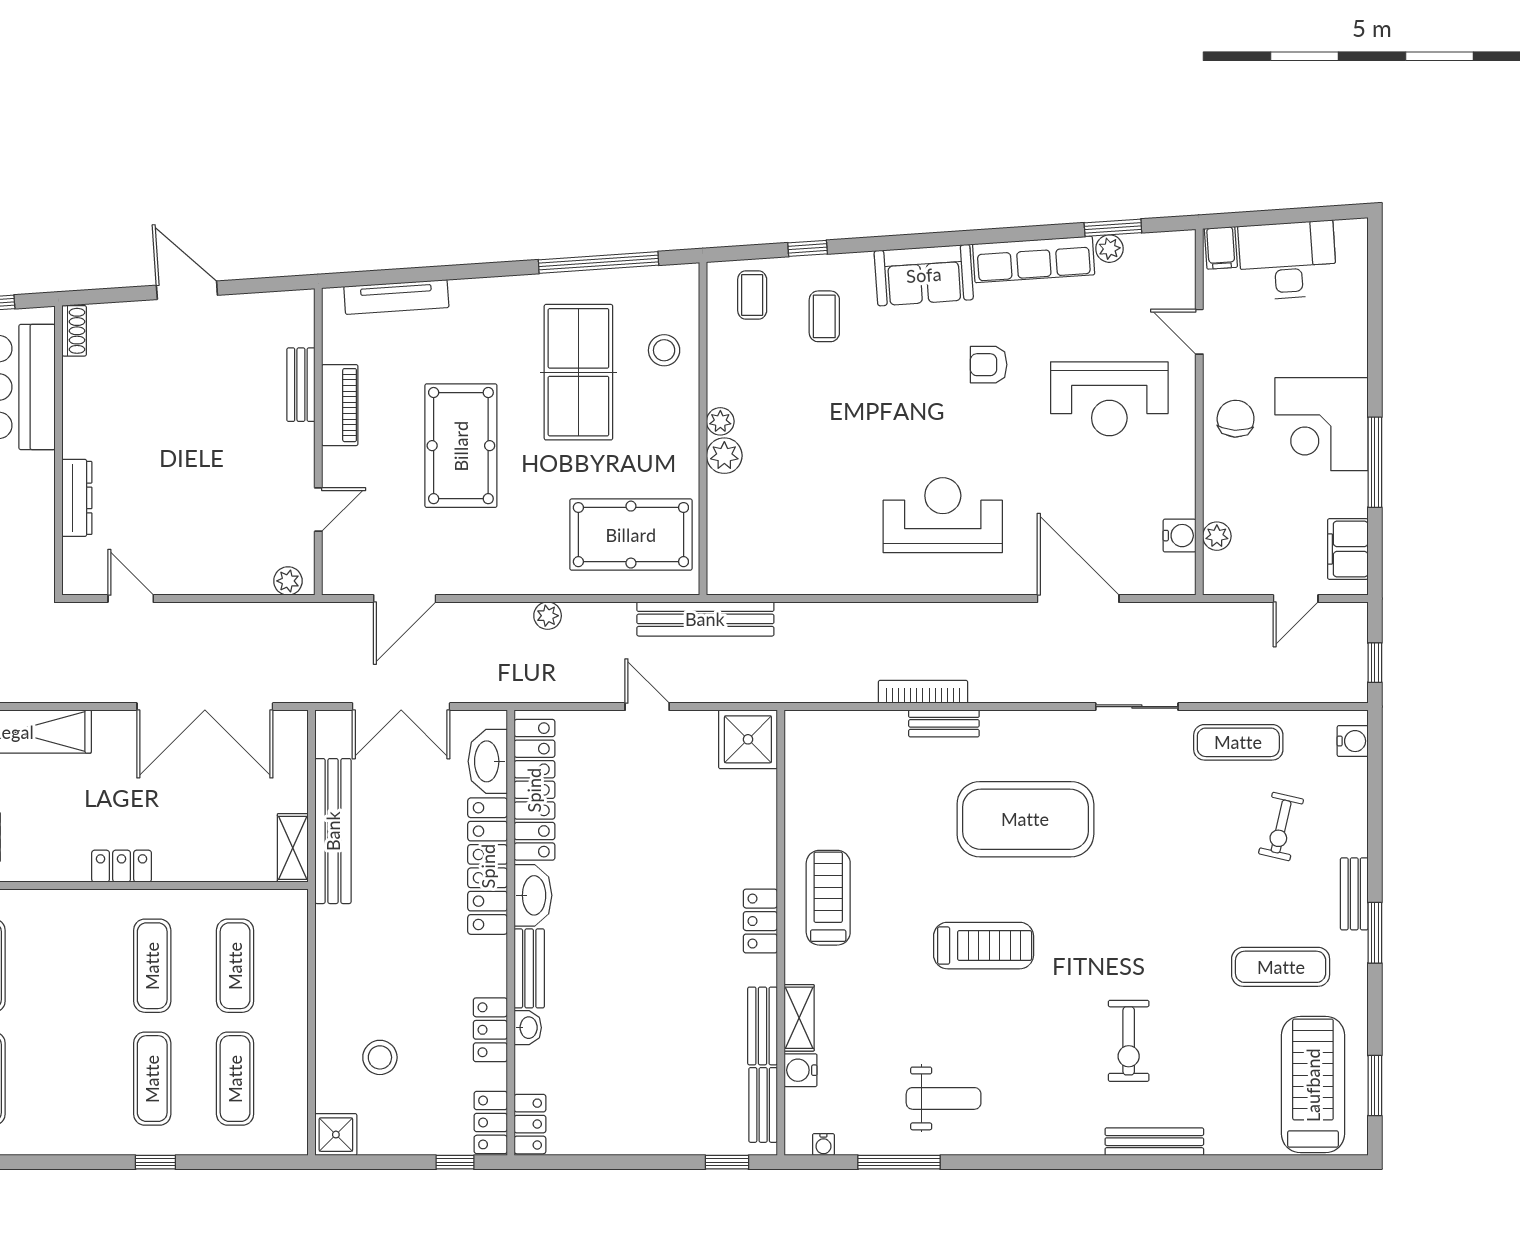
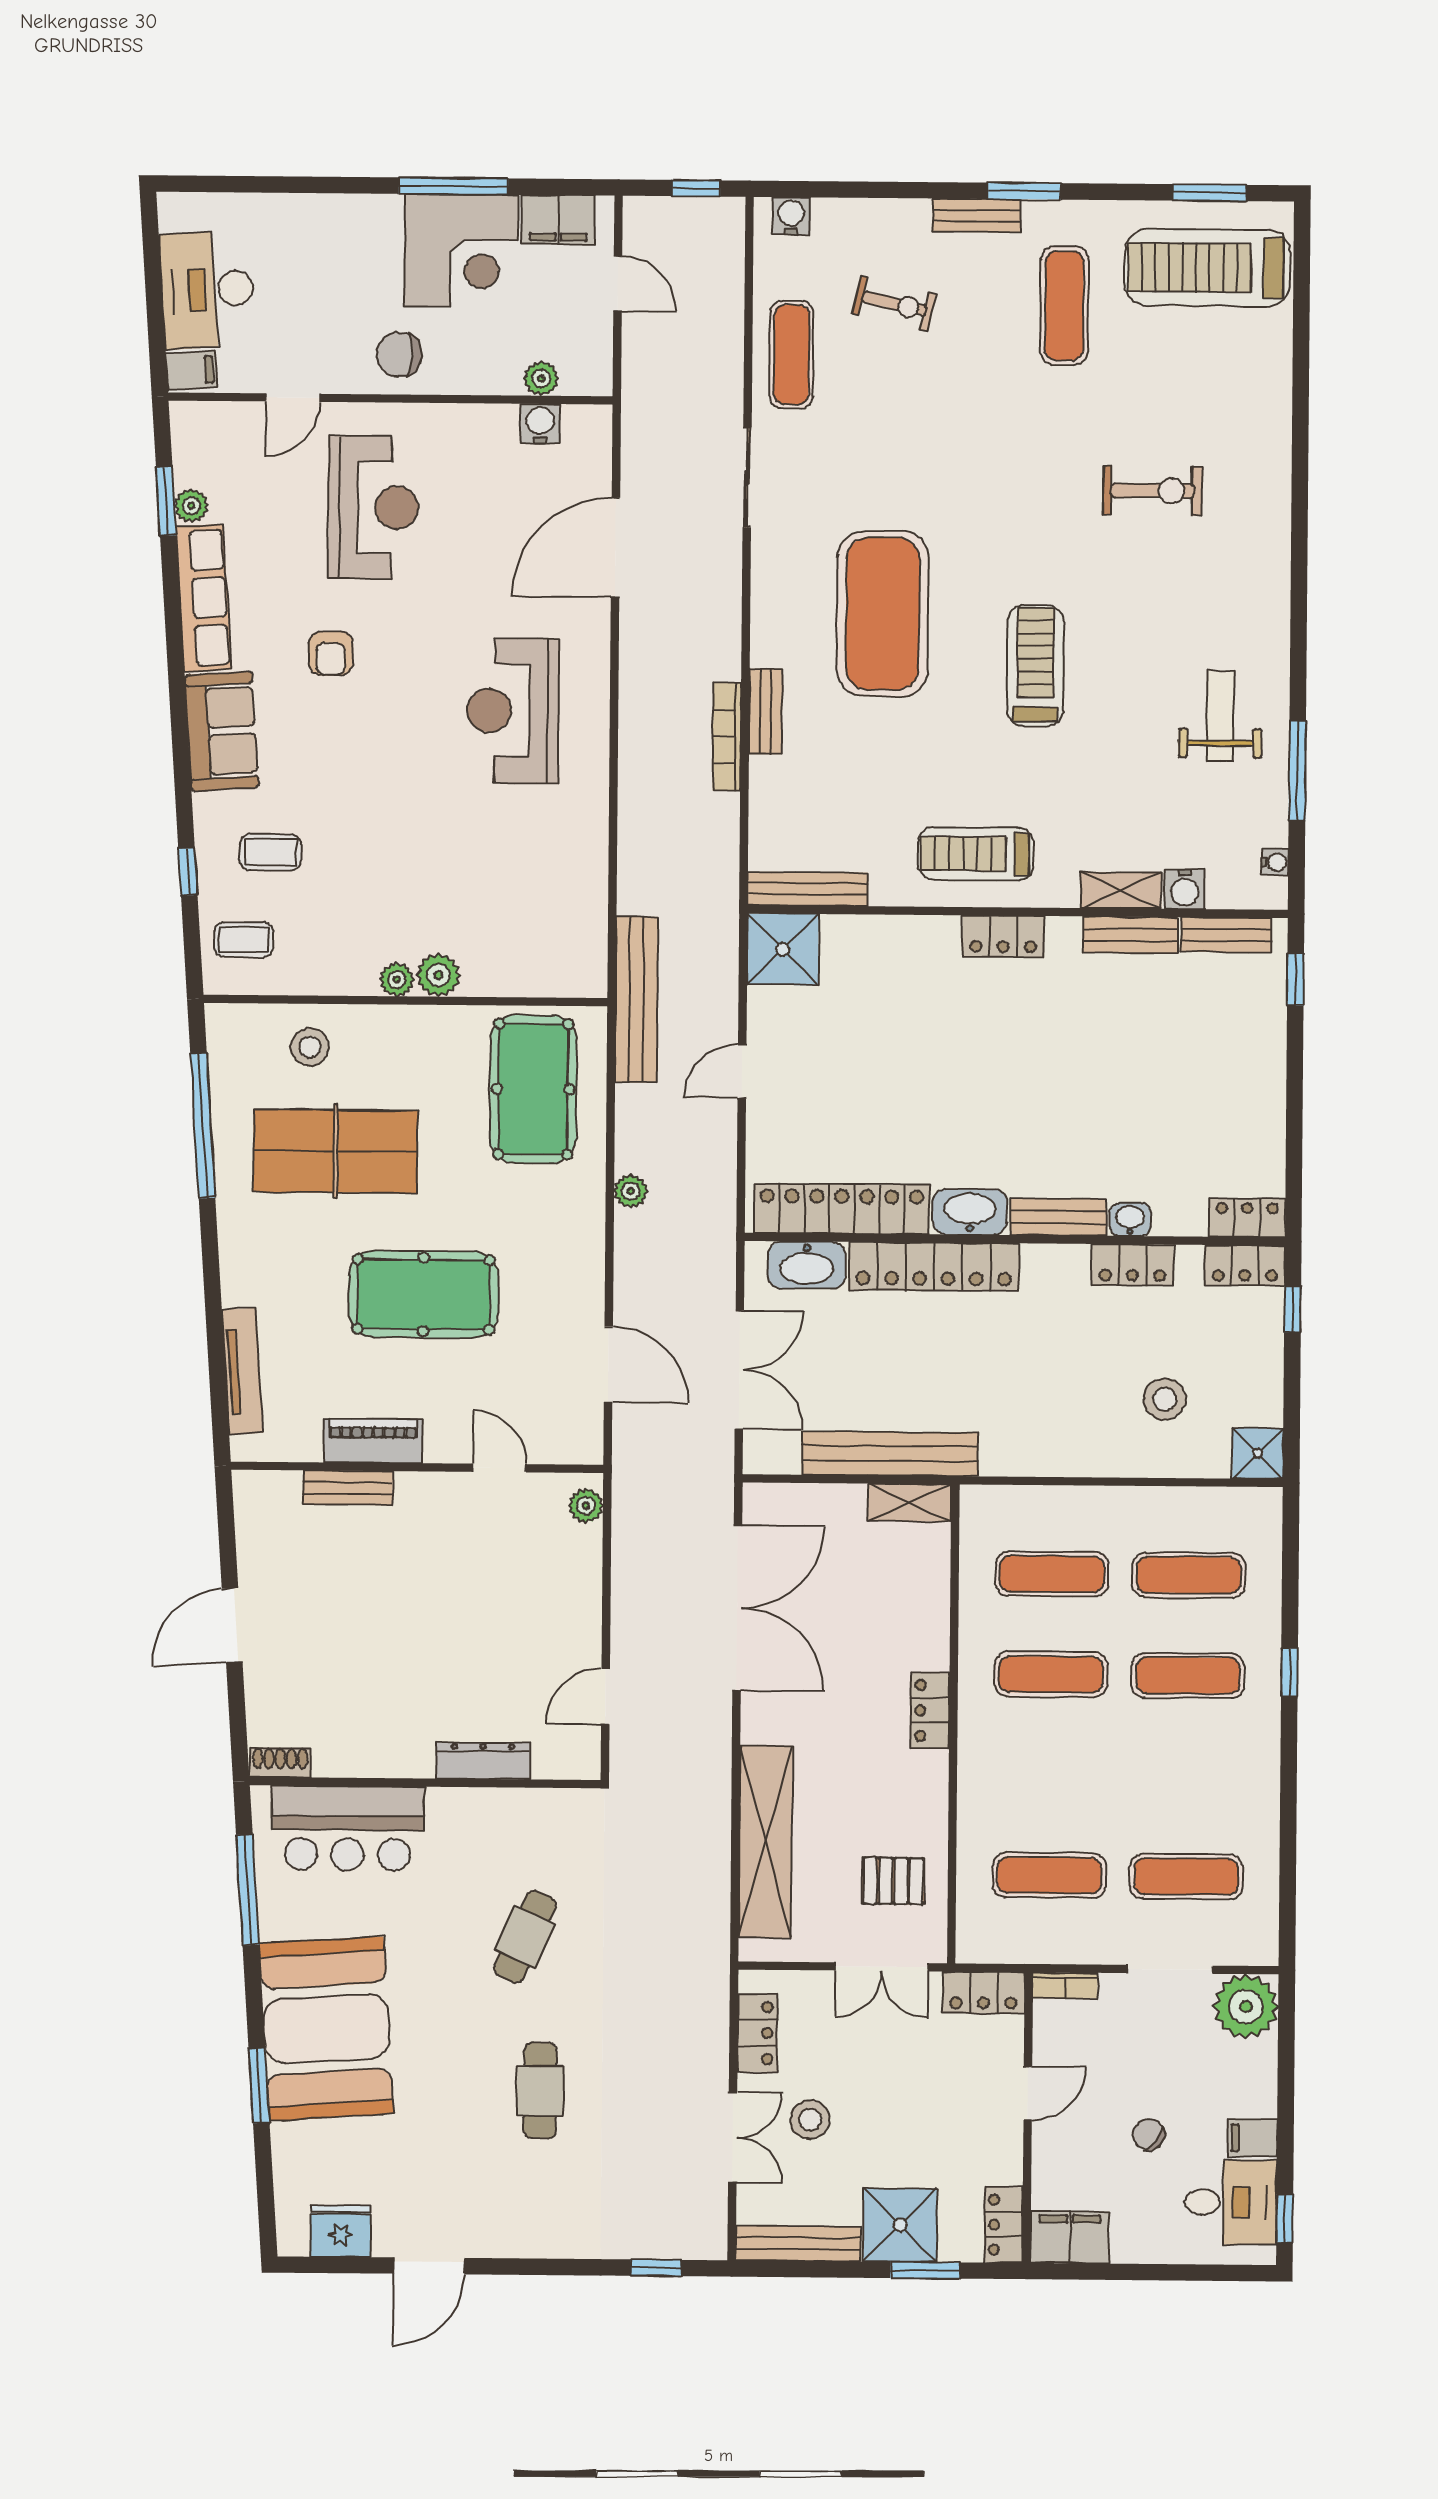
corner desk: (1322, 424) -> (462, 251), moved
bench: (1154, 1142) -> (807, 889), moved, turned 90

